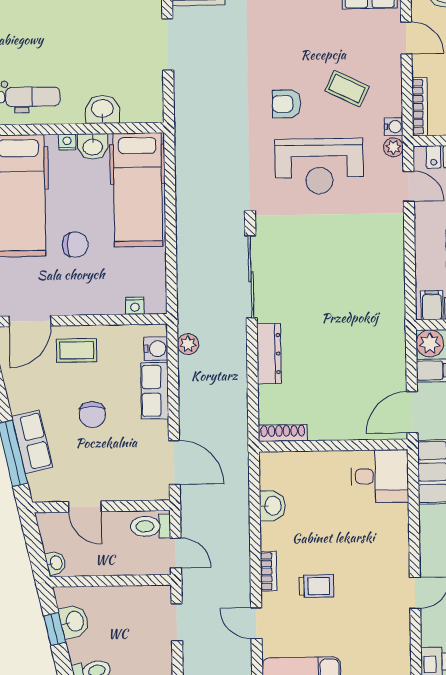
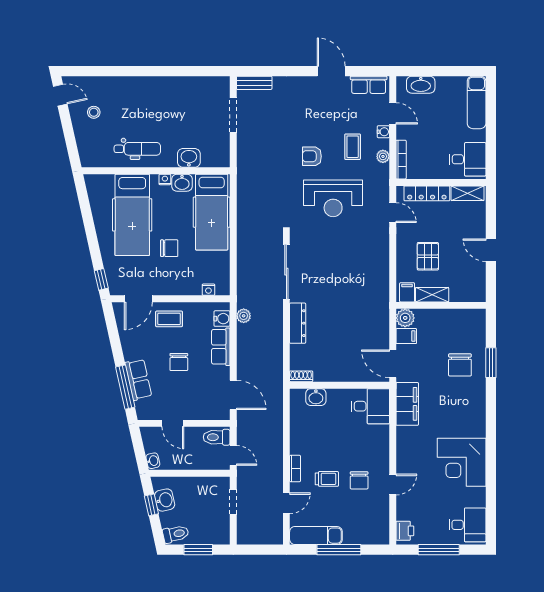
coffee table: (347, 89) -> (353, 147), turned 64
water cooler: (394, 127) -> (383, 132), moved
plant: (393, 147) -> (383, 156), moved
door: (412, 412) -> (393, 364), hinge flipped
shoe rack: (283, 433) -> (301, 376), width x0.70
washbasin: (272, 506) -> (316, 397), moved, turned 90
chair: (365, 587) -> (359, 480), added
door: (256, 623) -> (286, 503), swing flipped

